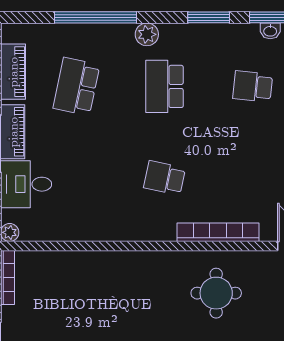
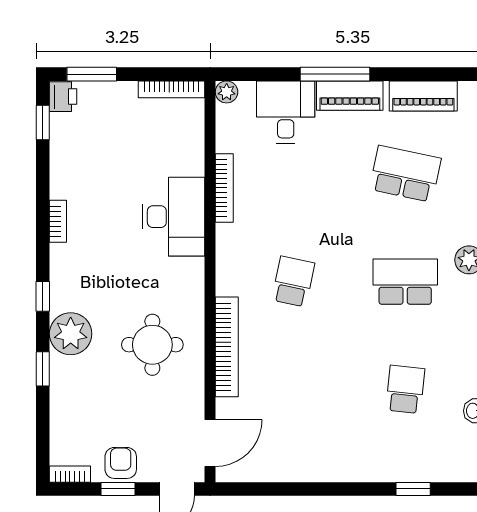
bookcase: (88, 234) -> (224, 188), added
desk: (111, 276) -> (174, 217), added

